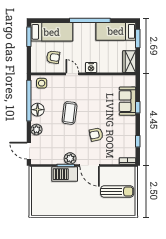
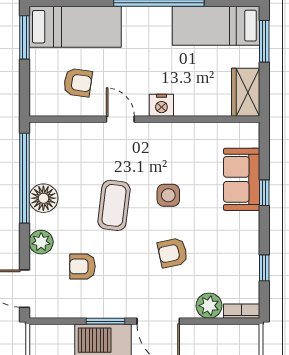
side table: (42, 83) -> (168, 195), moved
armchair: (55, 141) -> (82, 266), added
plant: (70, 158) -> (209, 306), moved

